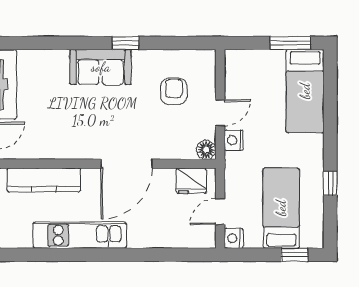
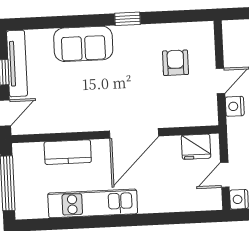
sofa: (101, 67) -> (83, 44), moved
floor lamp: (206, 150) -> (209, 117), removed
kitchen counter: (44, 180) -> (68, 152), width x0.67

